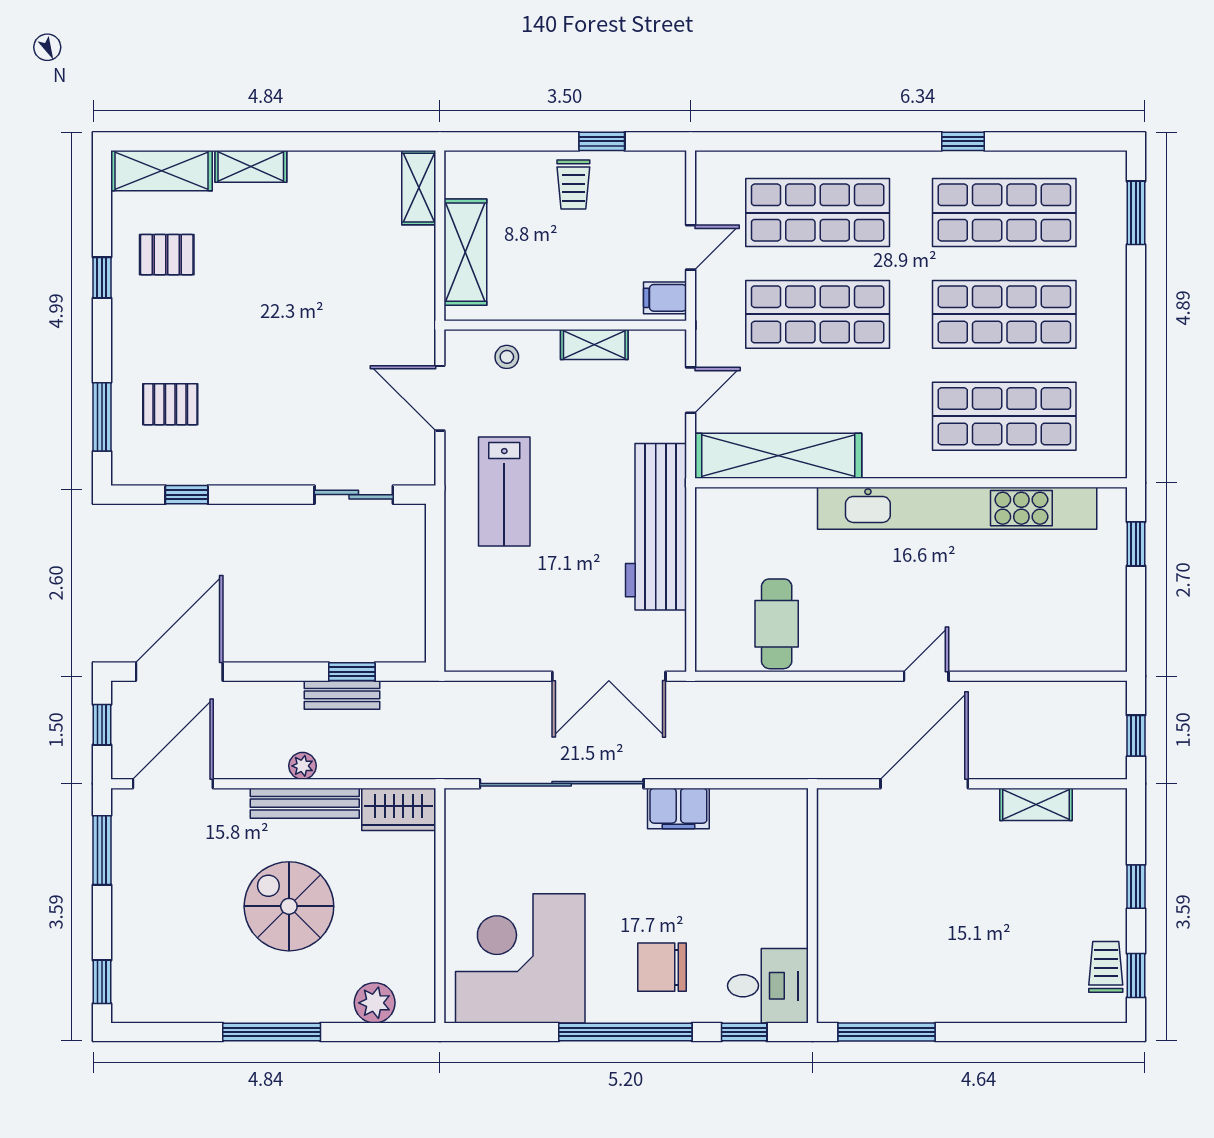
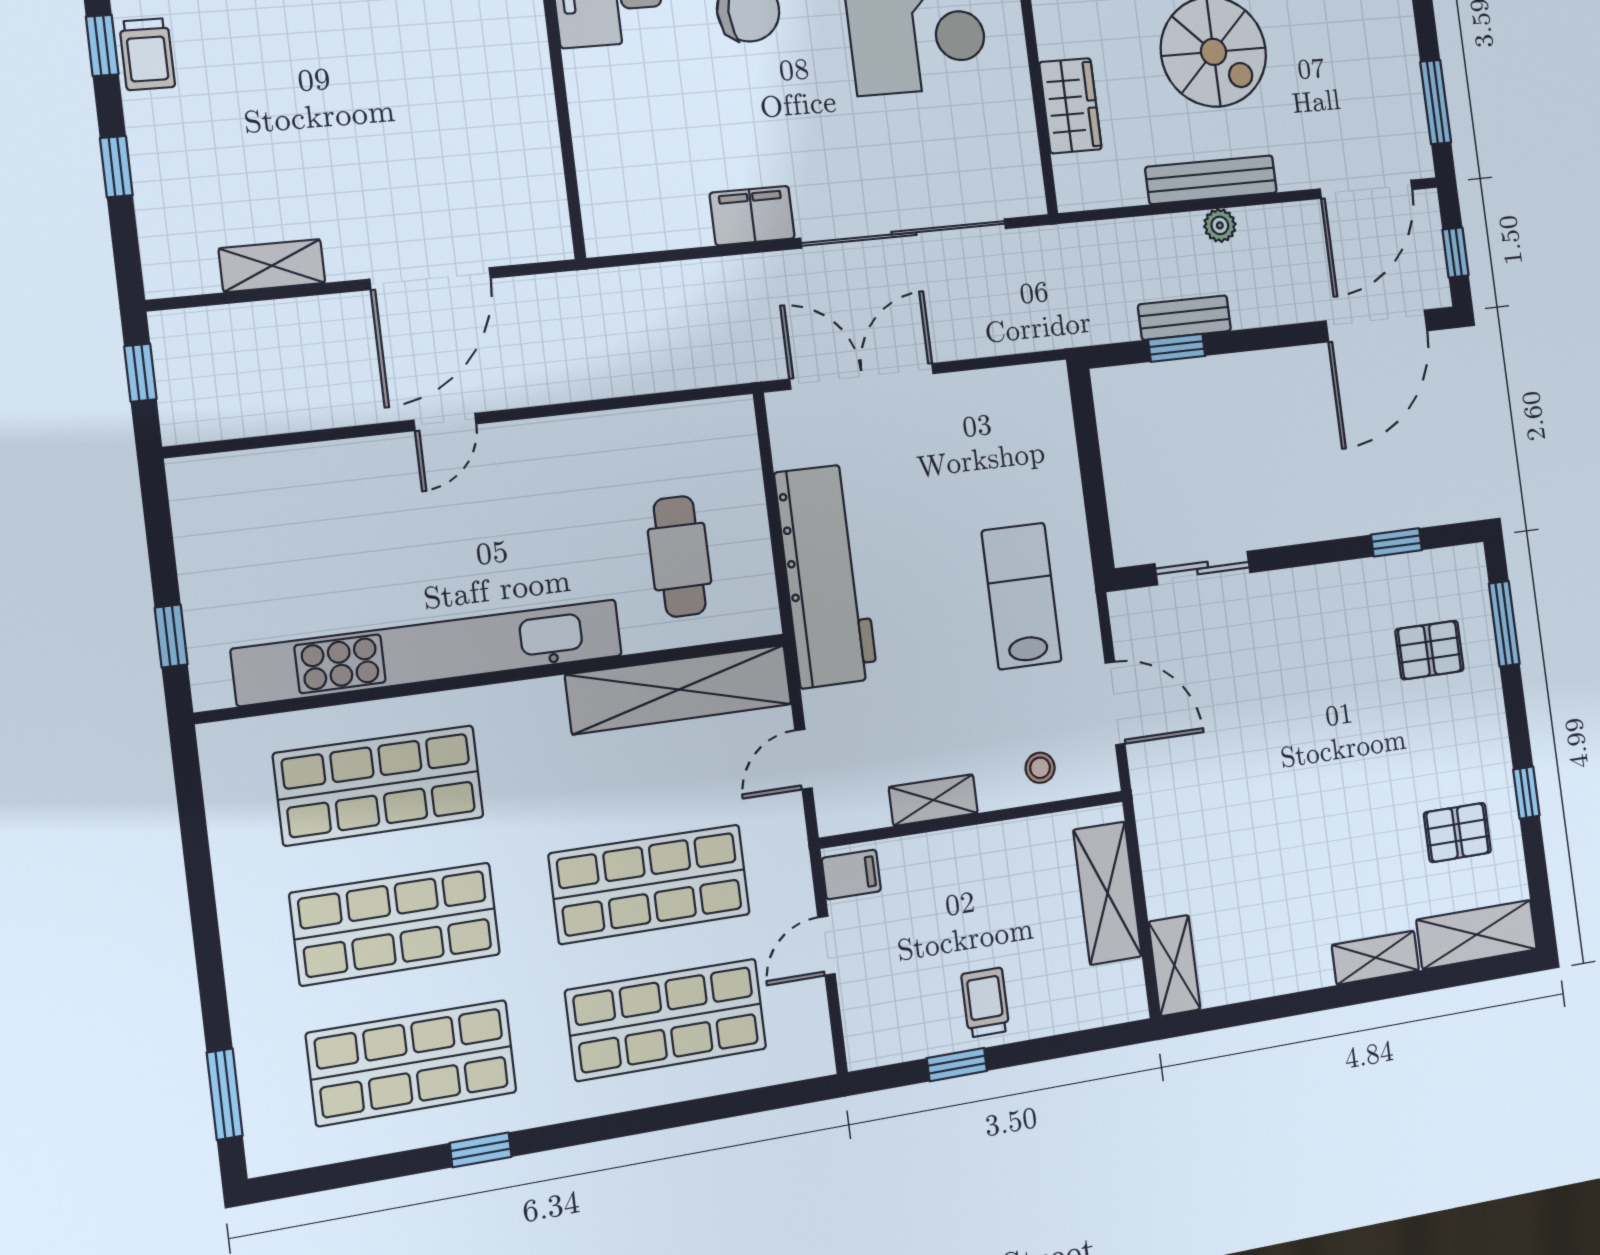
cafe table: (777, 624) -> (680, 556), moved
wardrobe: (399, 809) -> (1070, 106), moved, turned 90

